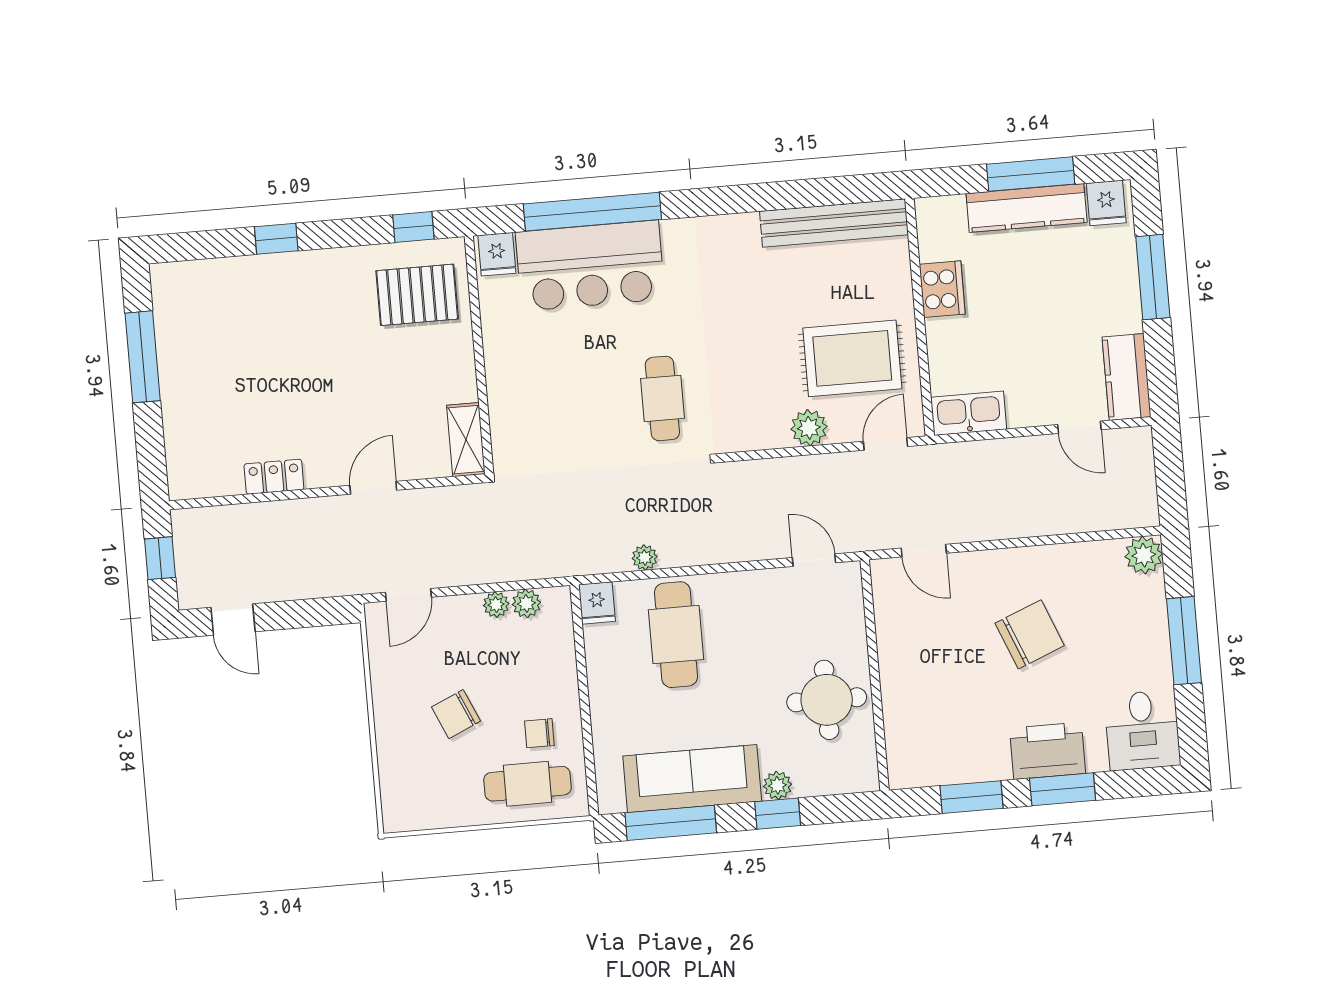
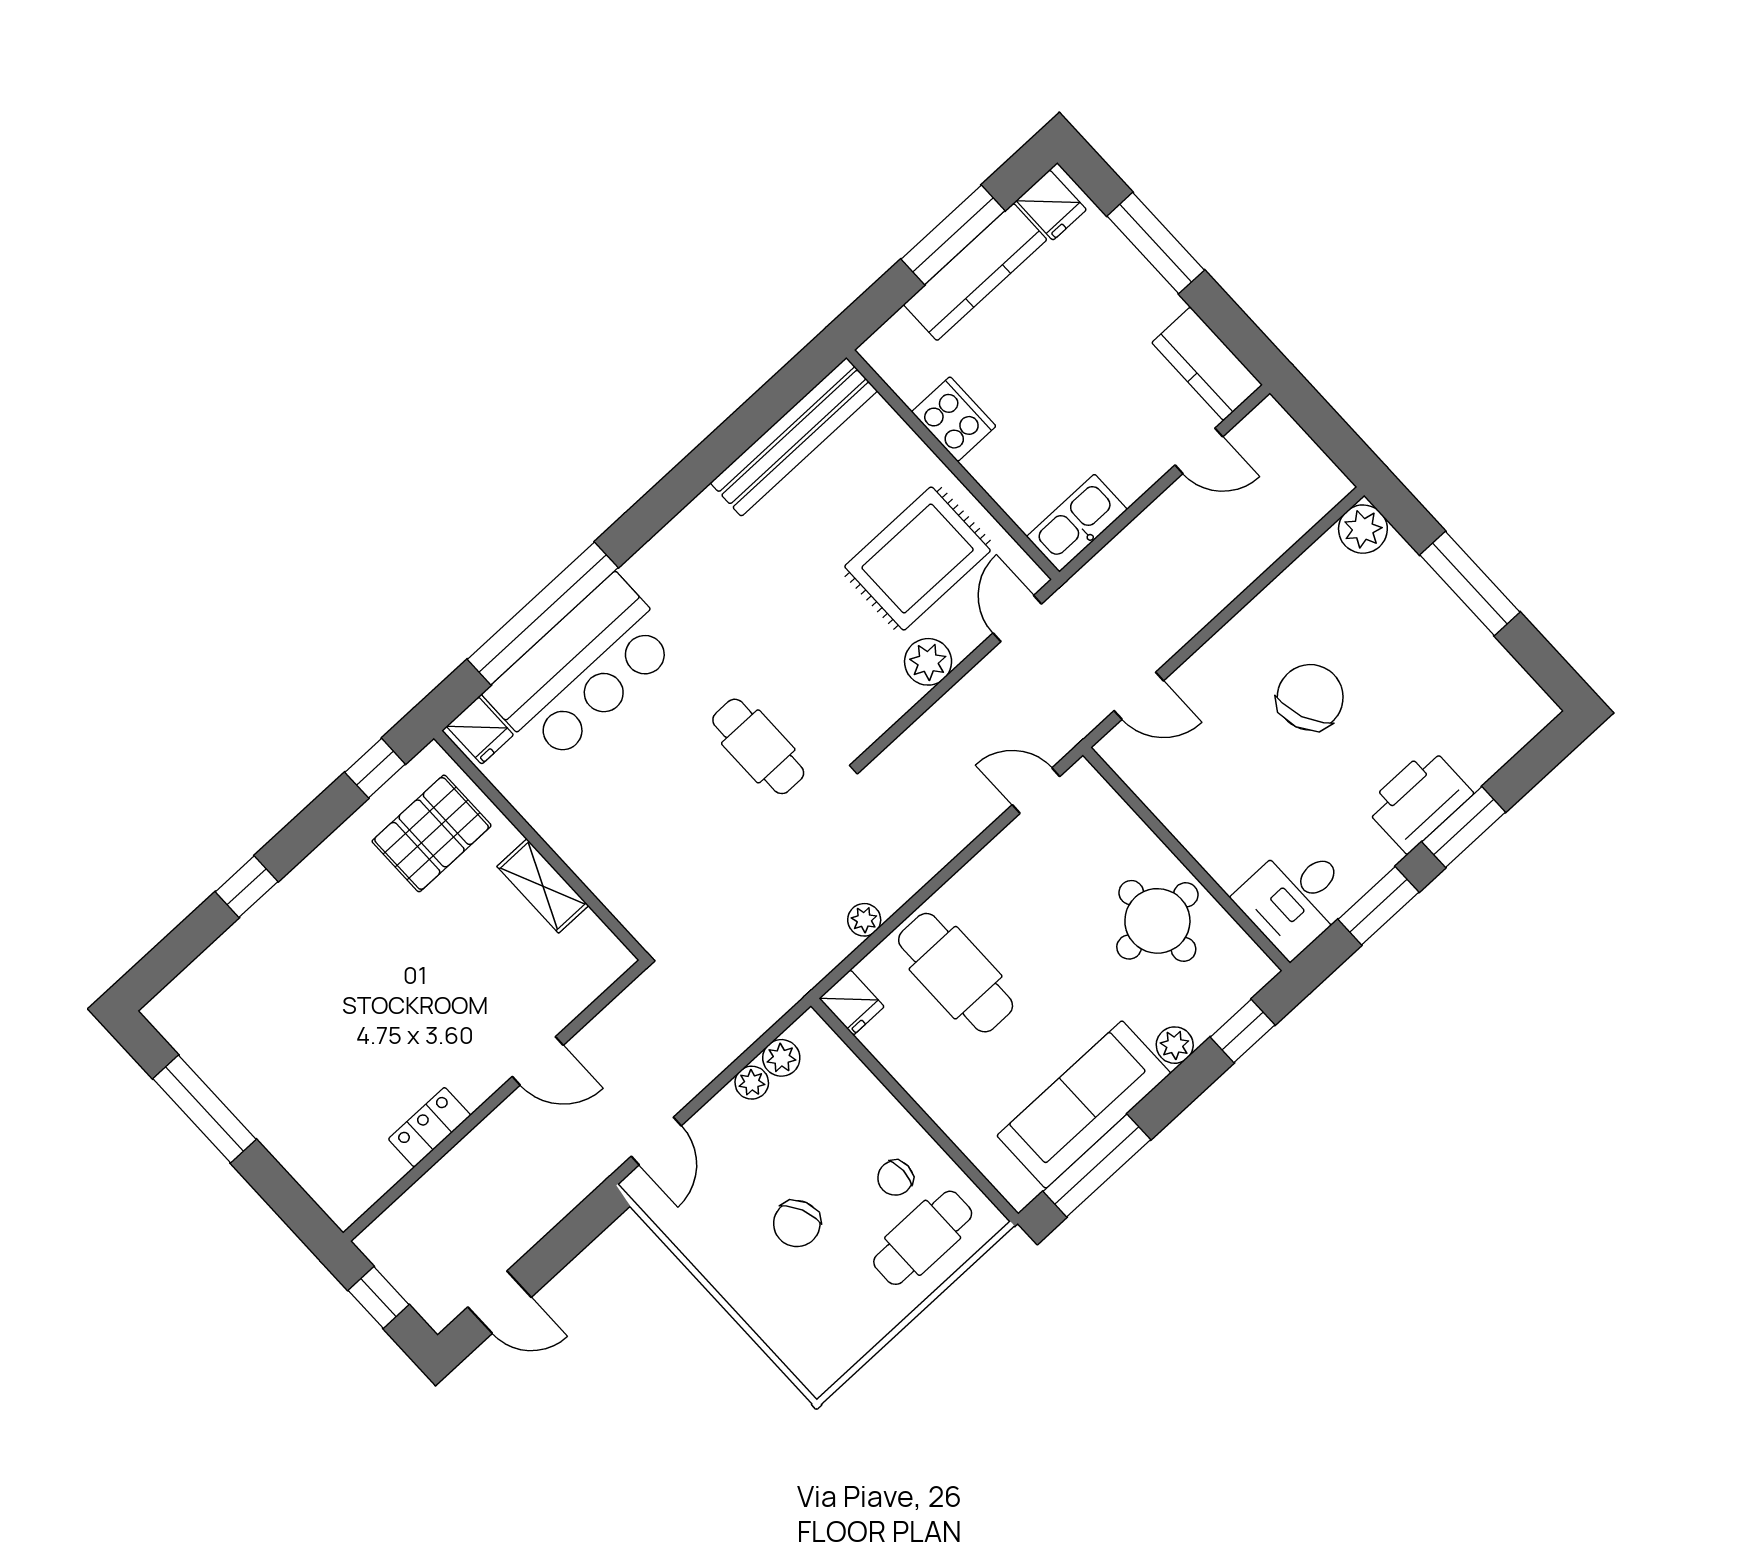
shelving: (466, 440) -> (543, 886), moved
door: (373, 488) -> (538, 1061), swing flipped
desk: (1142, 730) -> (1295, 898), moved, turned 90
window: (778, 814) -> (1243, 1031), moved

